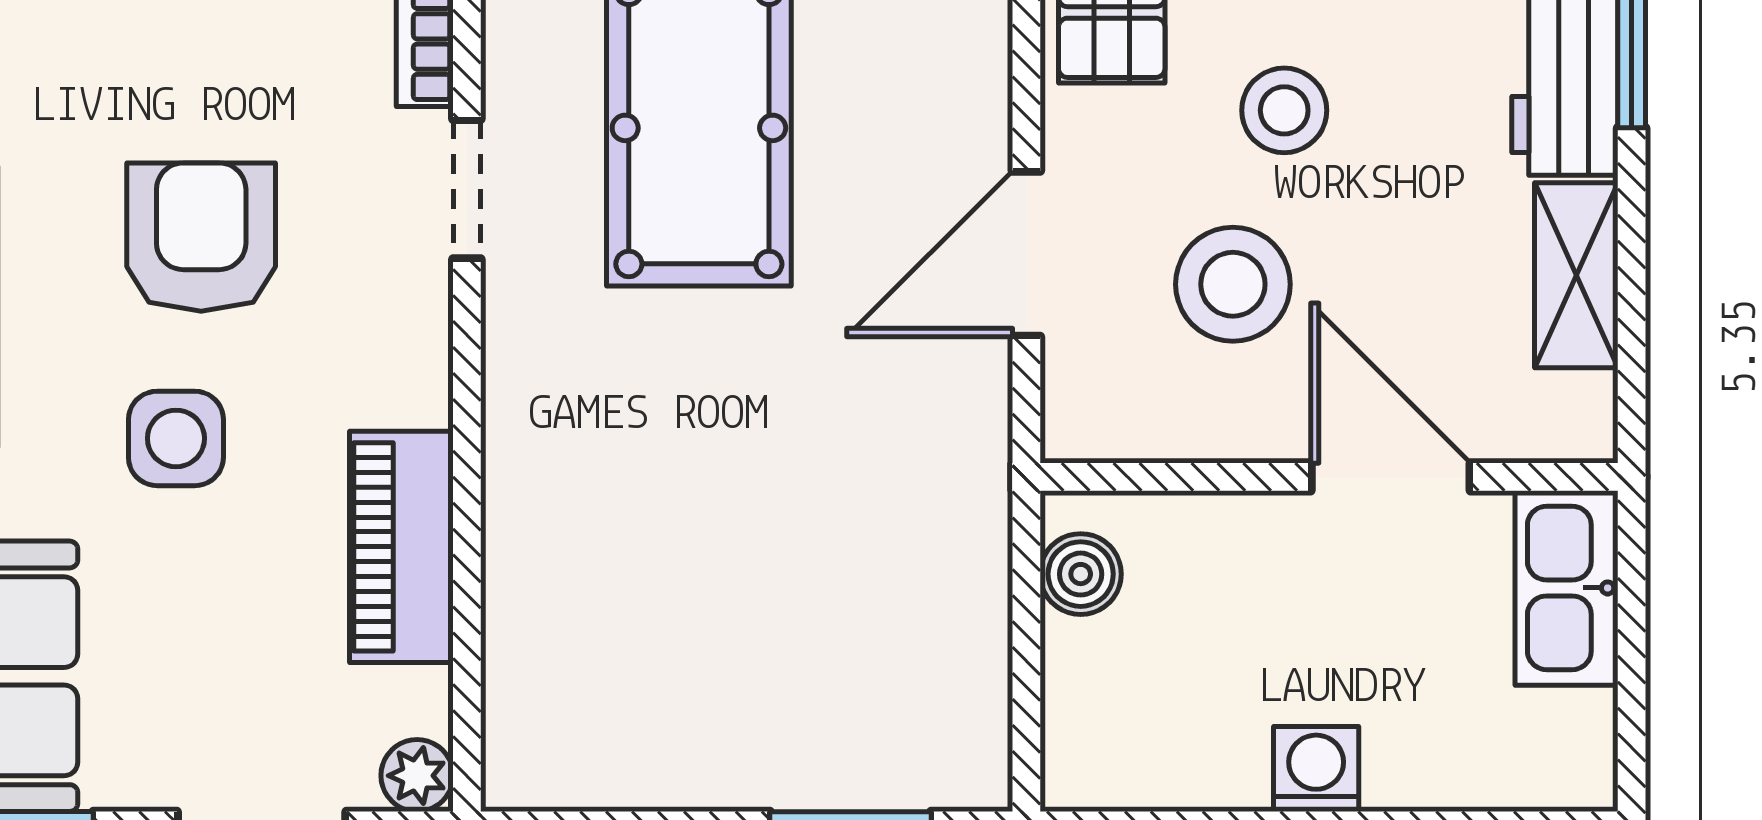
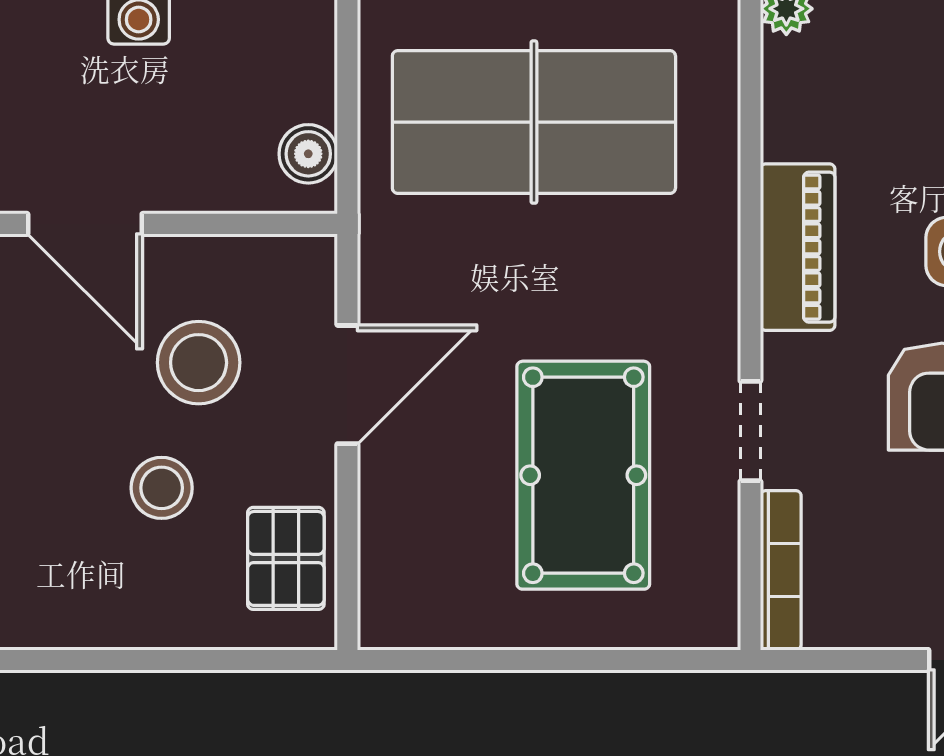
piano: (401, 547) -> (798, 247), moved
table tennis table: (767, 618) -> (534, 122), added

